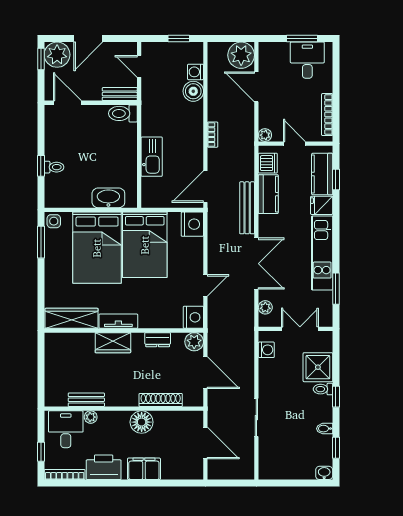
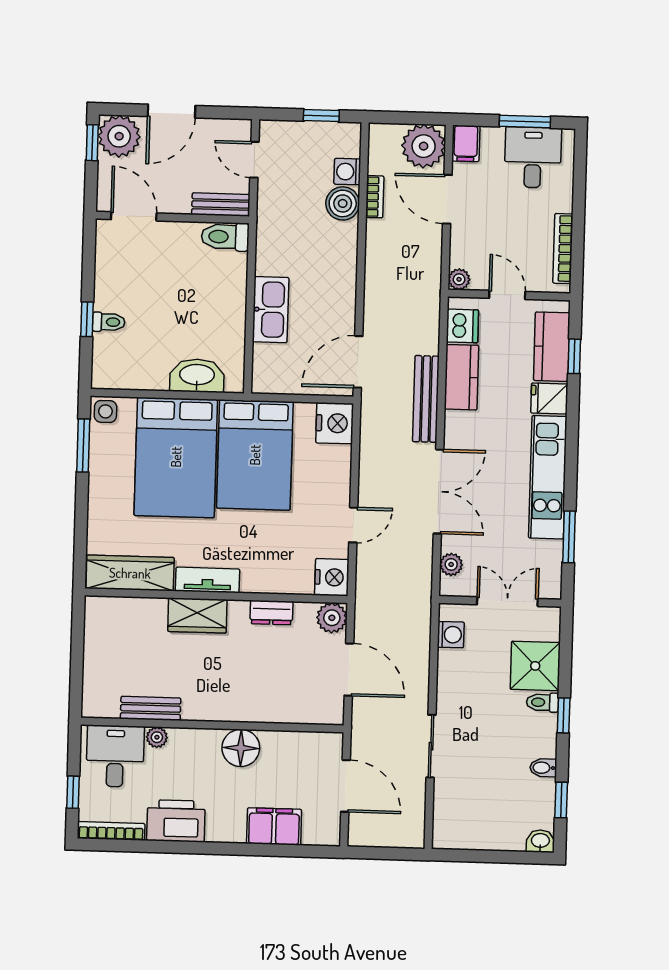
filing cabinet: (267, 53) -> (466, 143), added
bookcase: (213, 135) -> (375, 197), moved
shoe rack: (161, 400) -> (273, 712), removed
filing cabinet: (144, 469) -> (274, 826), moved

